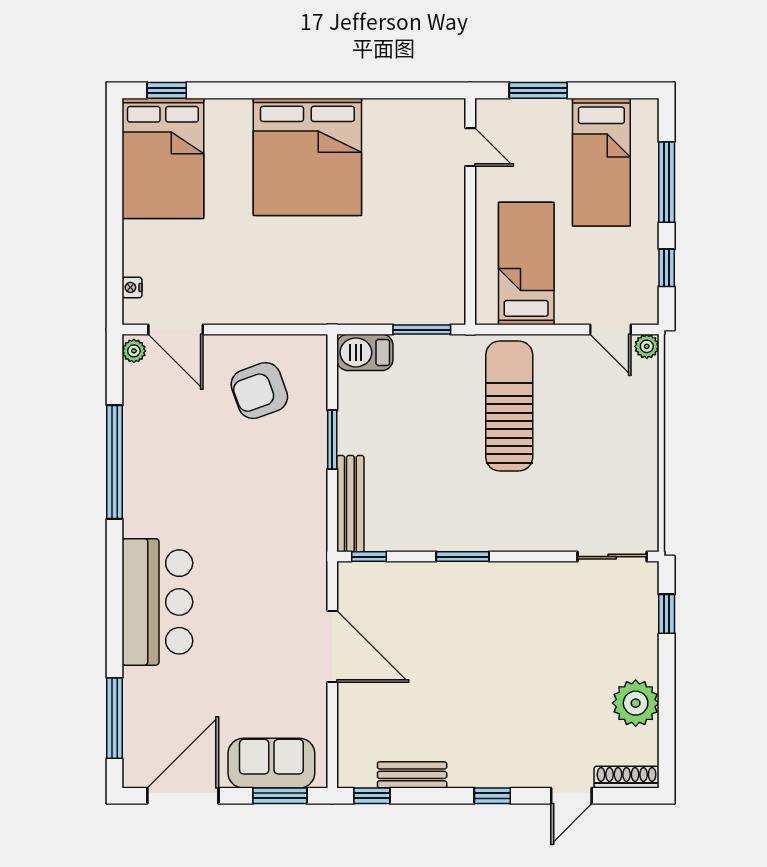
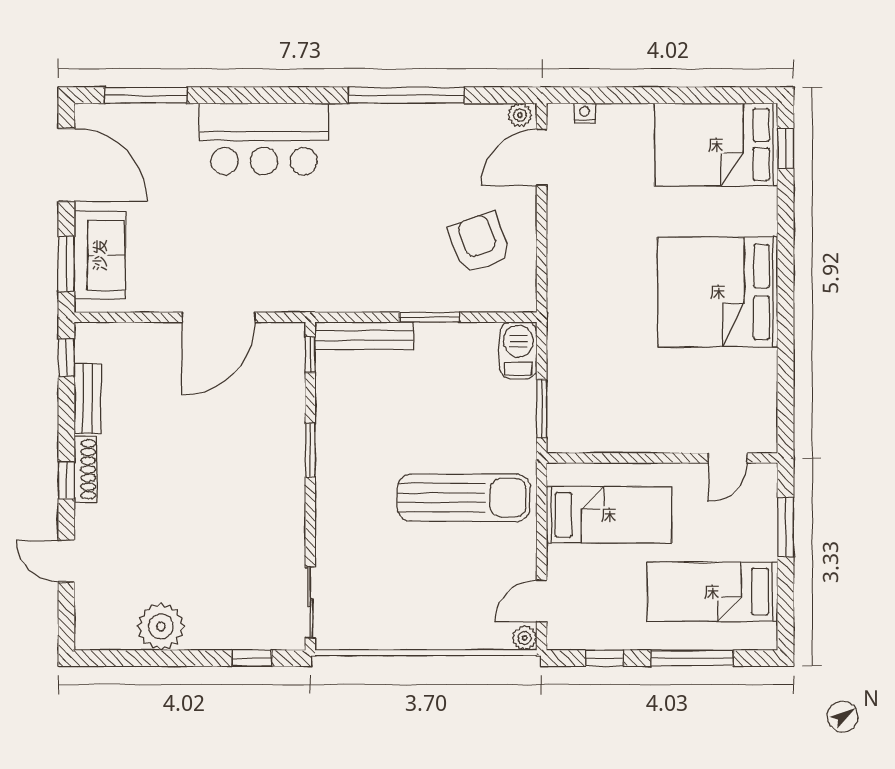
shoe rack: (627, 777) -> (85, 469), moved

